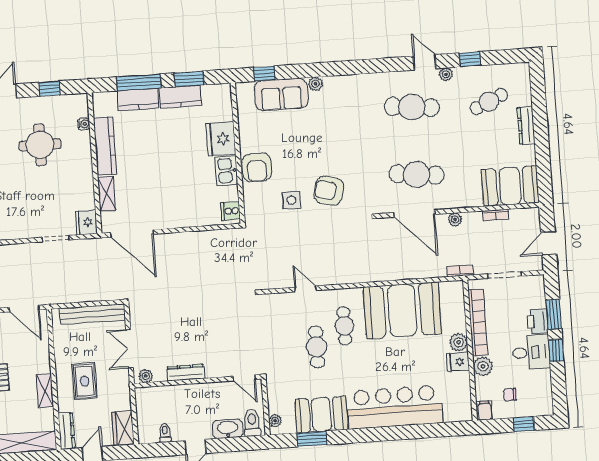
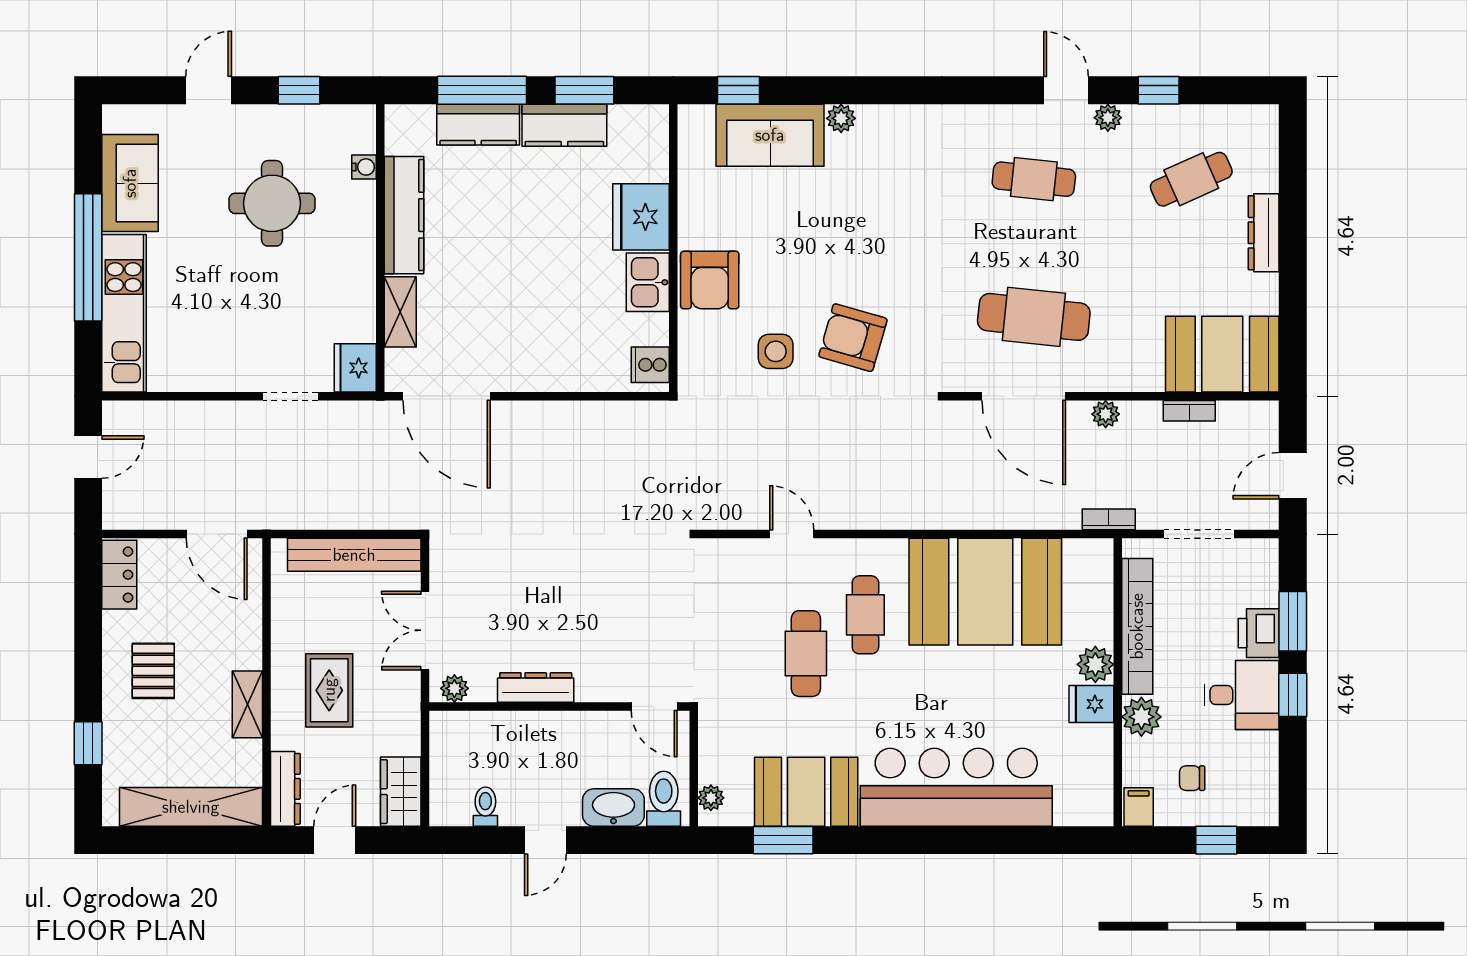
cafe table: (412, 107) -> (1034, 179), width x0.73, depth x0.74

